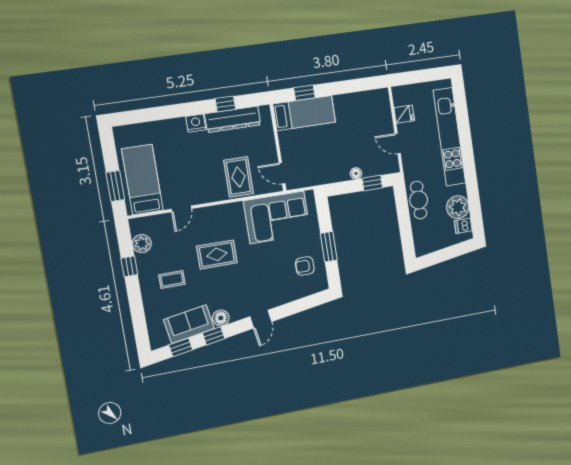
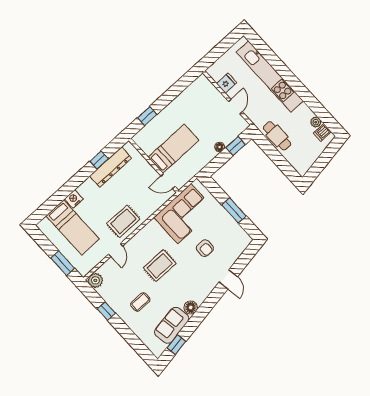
bed: (304, 113) -> (173, 149), moved
nightstand: (196, 123) -> (74, 199), moved
door: (398, 144) -> (235, 107), swing flipped
rug: (238, 177) -> (123, 221), moved, turned 90
bed: (142, 180) -> (73, 227), moved, turned 180
plant: (458, 207) -> (316, 122), width x0.53, depth x0.53
plant: (142, 244) -> (95, 280), moved
armchair: (305, 266) -> (205, 248), moved, turned -90
door: (261, 319) -> (228, 279), moved
window: (214, 336) -> (194, 323), removed

